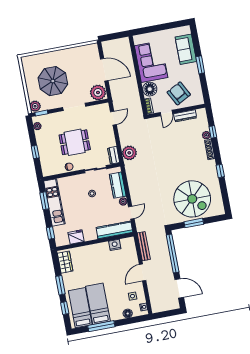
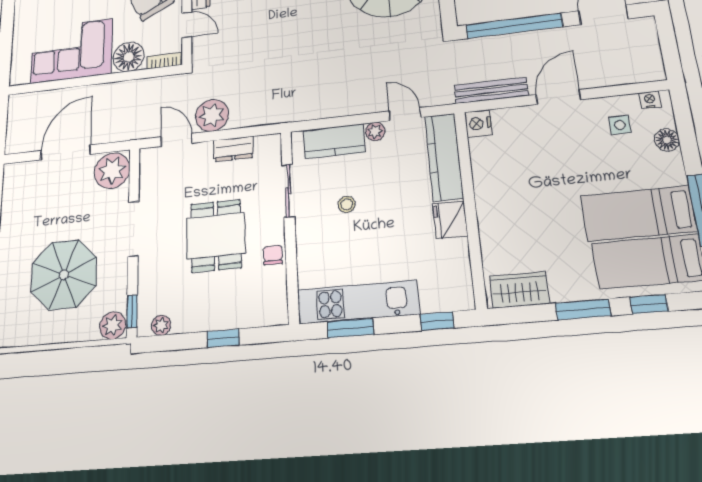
plant: (129, 153) -> (212, 115), moved
dresser: (114, 155) -> (233, 149), moved
fridge: (76, 237) -> (450, 220), moved
nightstand: (115, 245) -> (478, 123), moved
door: (143, 273) -> (558, 97), swing flipped

